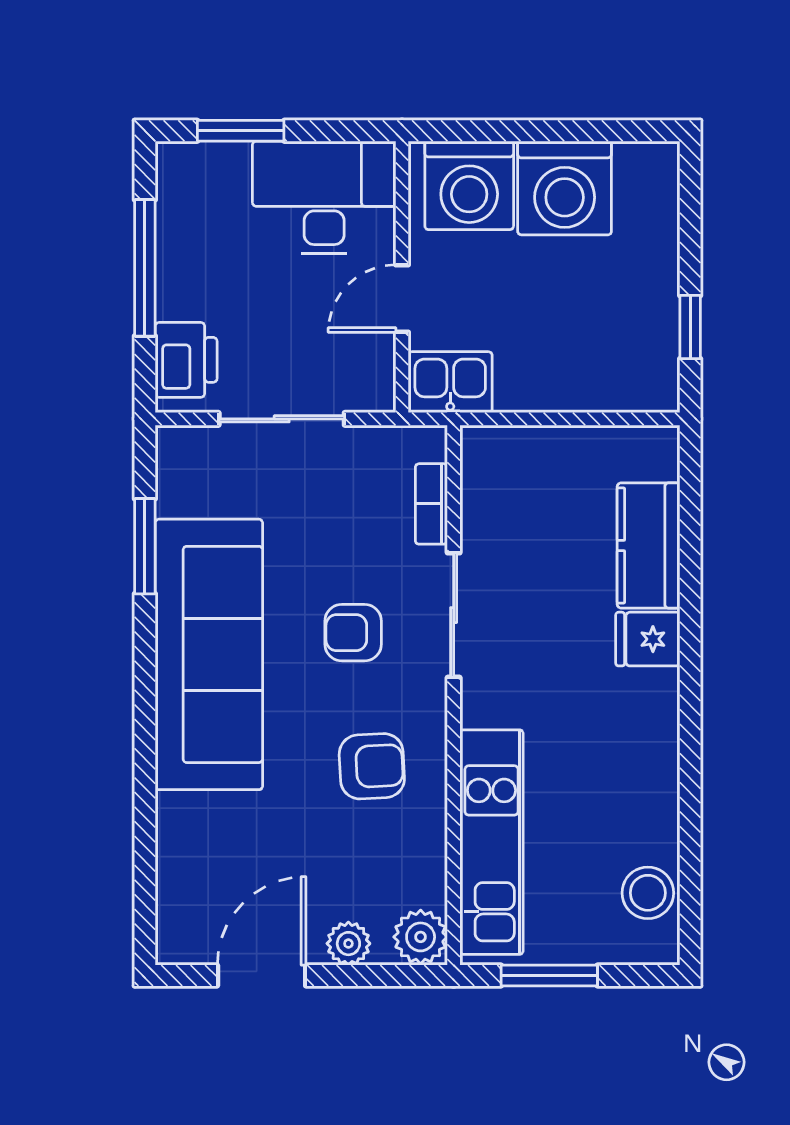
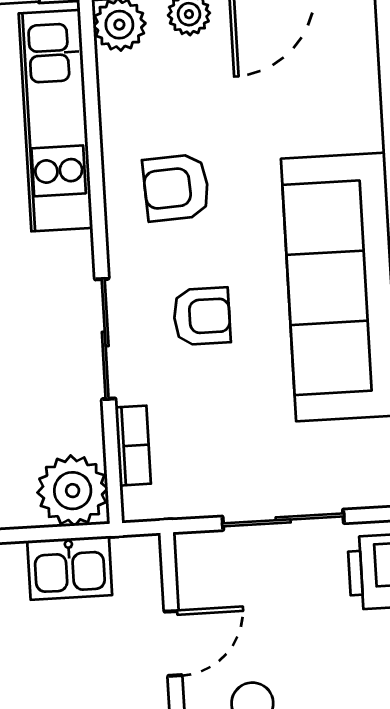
kitchen sink: (450, 382) -> (70, 568), moved
plant: (496, 461) -> (73, 491), added

